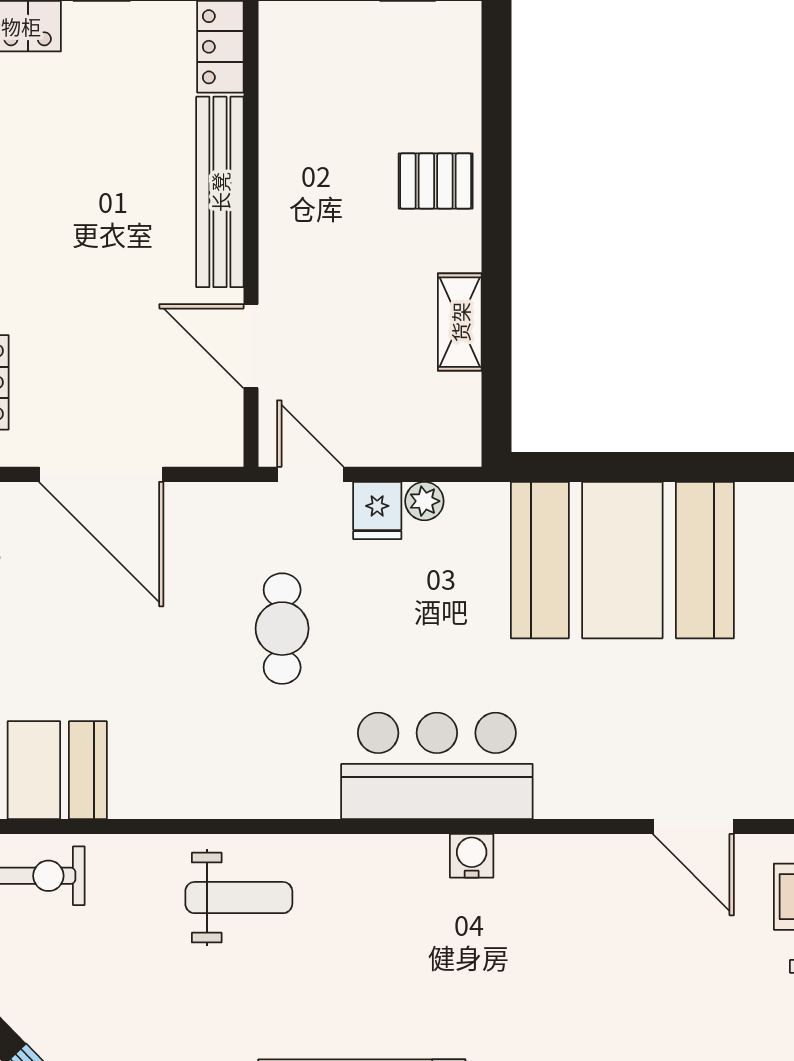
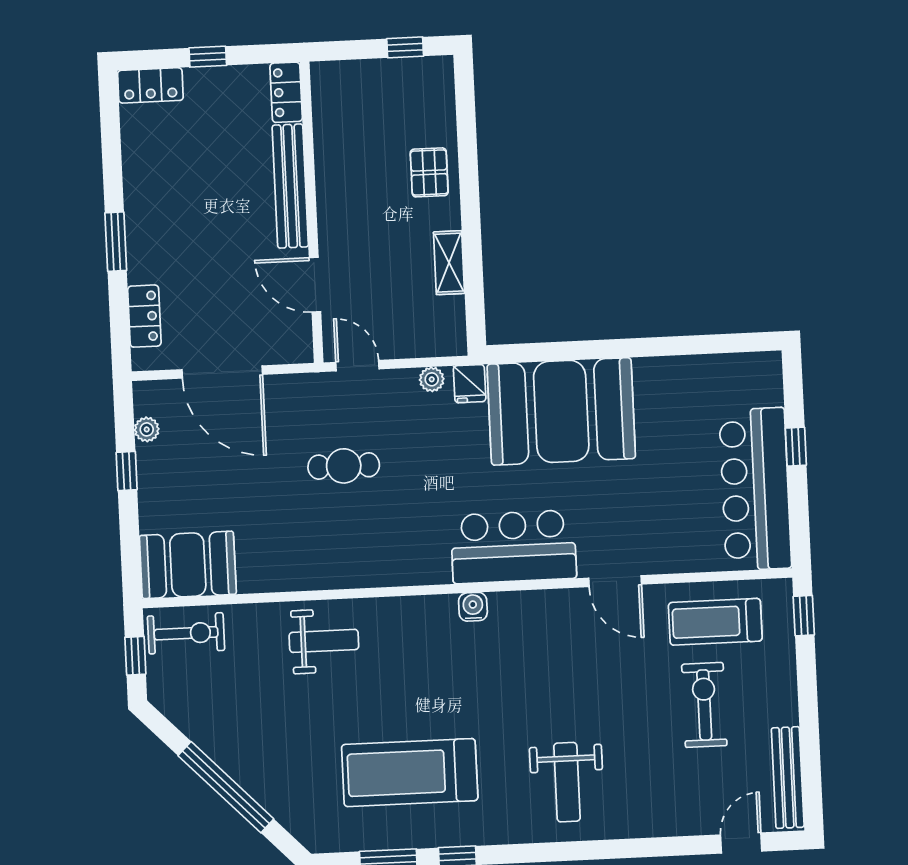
pallet: (436, 181) -> (429, 172), turned 90
fridge: (377, 511) -> (470, 384), moved
cafe table: (282, 629) -> (344, 466), turned 90
bar counter: (437, 766) -> (513, 547), moved

